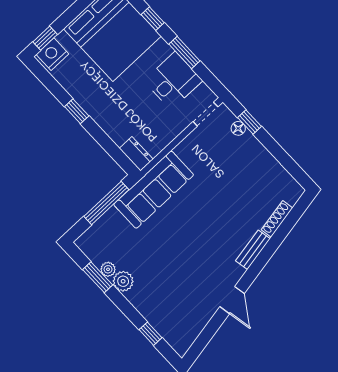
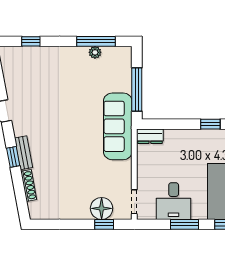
floor lamp: (238, 128) -> (102, 208), width x1.89, depth x1.89
window: (265, 255) -> (13, 157), added
window: (98, 277) -> (96, 41), width x1.44
plant: (123, 281) -> (79, 55), removed

